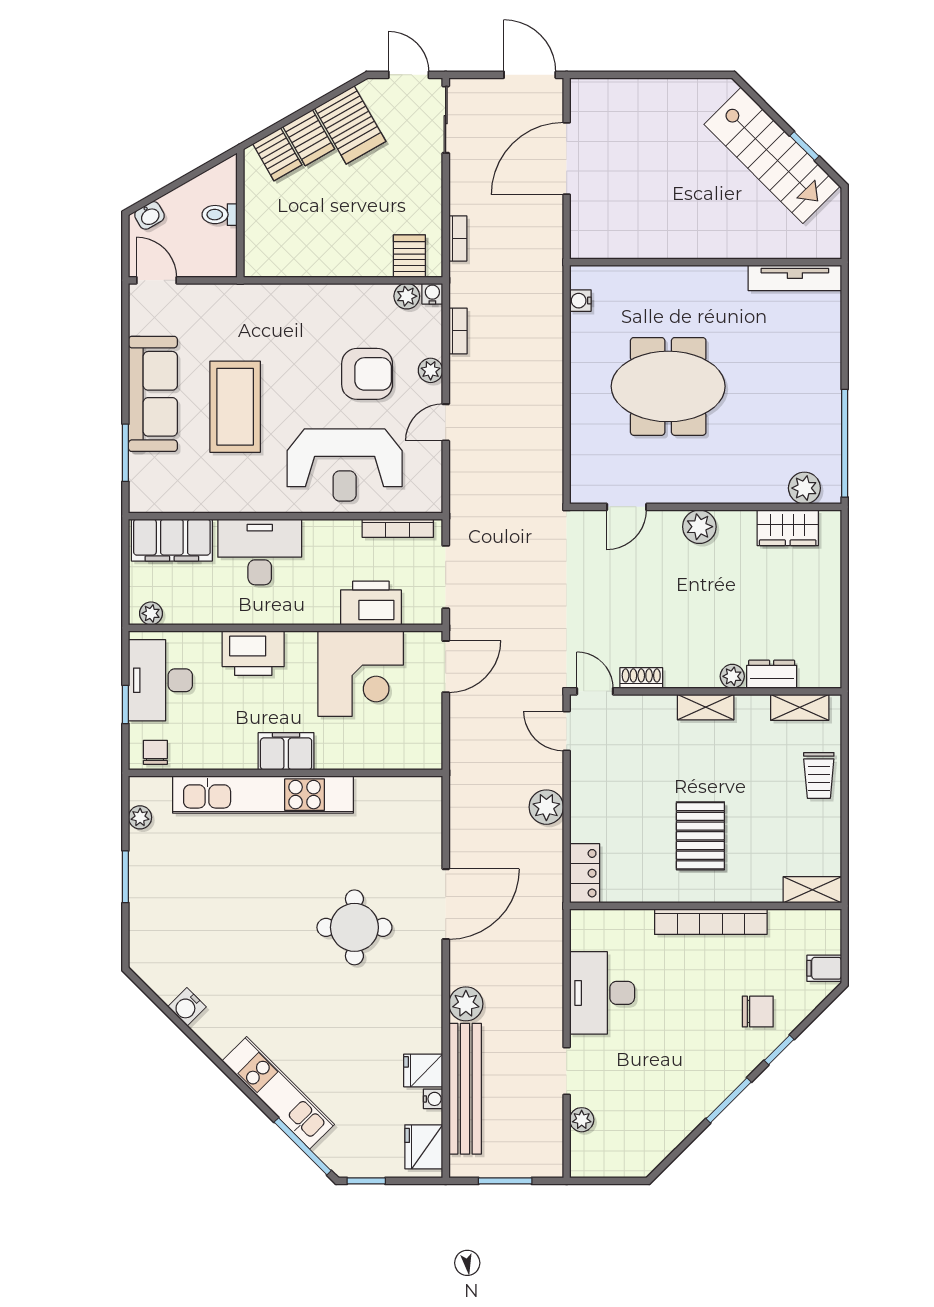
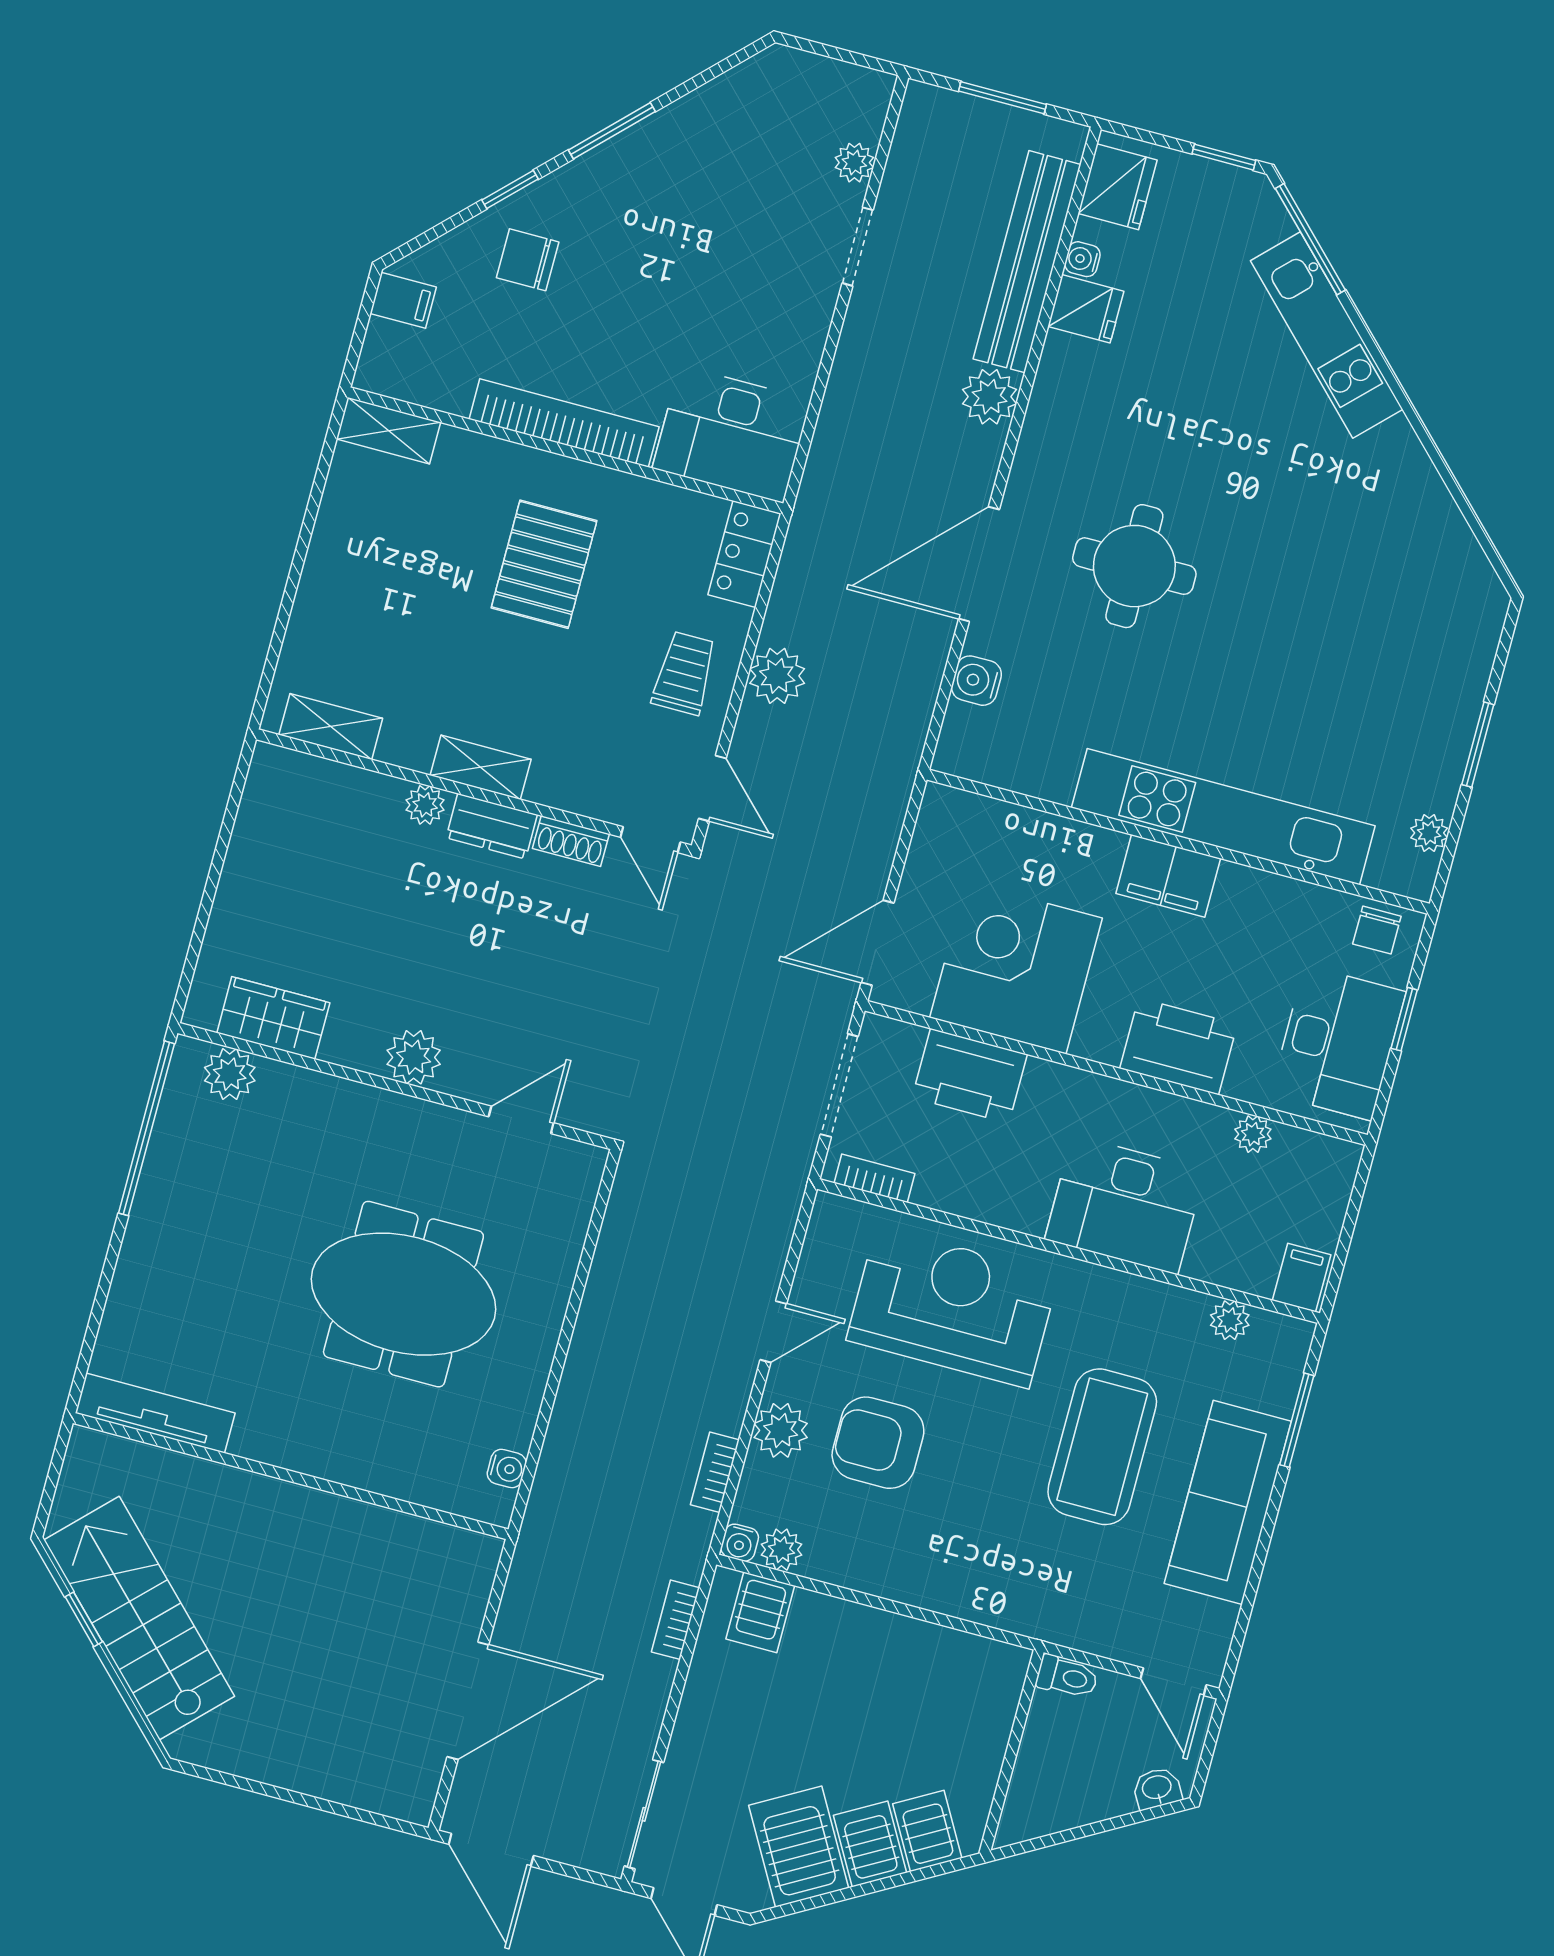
toilet: (220, 215) -> (1067, 1677), moved
plant: (431, 370) -> (781, 1430), width x1.38, depth x1.38
plant: (180, 501) -> (1230, 1320), added
bookcase: (398, 528) -> (874, 1178), width x0.64
filing cabinet: (172, 540) -> (1302, 1278), width x0.33, depth x0.86
plant: (151, 613) -> (1253, 1134), moved
dresser: (772, 674) -> (492, 826), moved
trolley: (819, 775) -> (684, 673), moved
desk: (602, 993) -> (732, 434), moved, turned 90
water cooler: (187, 1007) -> (976, 681), moved, turned -135

